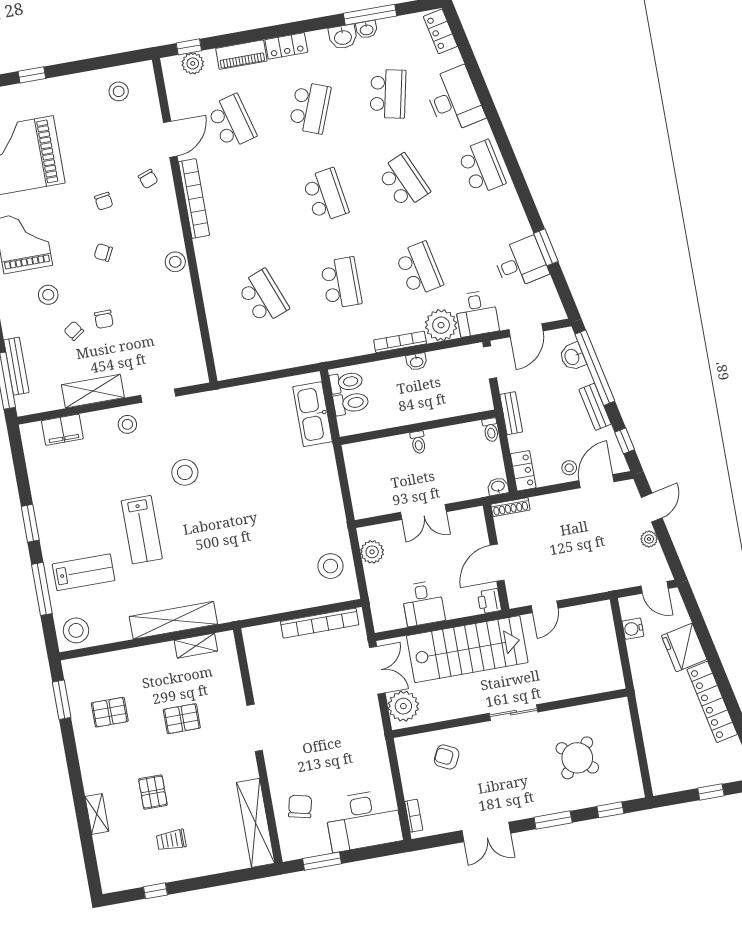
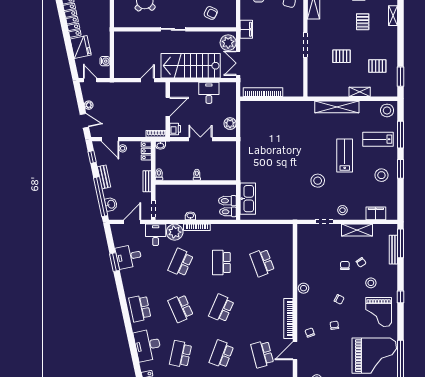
school desk: (326, 195) -> (221, 308), turned 33
school desk: (419, 269) -> (181, 263), turned 36
door: (597, 481) -> (110, 139), hinge flipped
door: (652, 508) -> (84, 121), swing flipped
stool: (330, 566) -> (381, 175), moved
printer: (489, 601) -> (175, 129), moved
shelving: (196, 646) -> (360, 92), moved
filing cabinet: (373, 738) -> (246, 29), added

